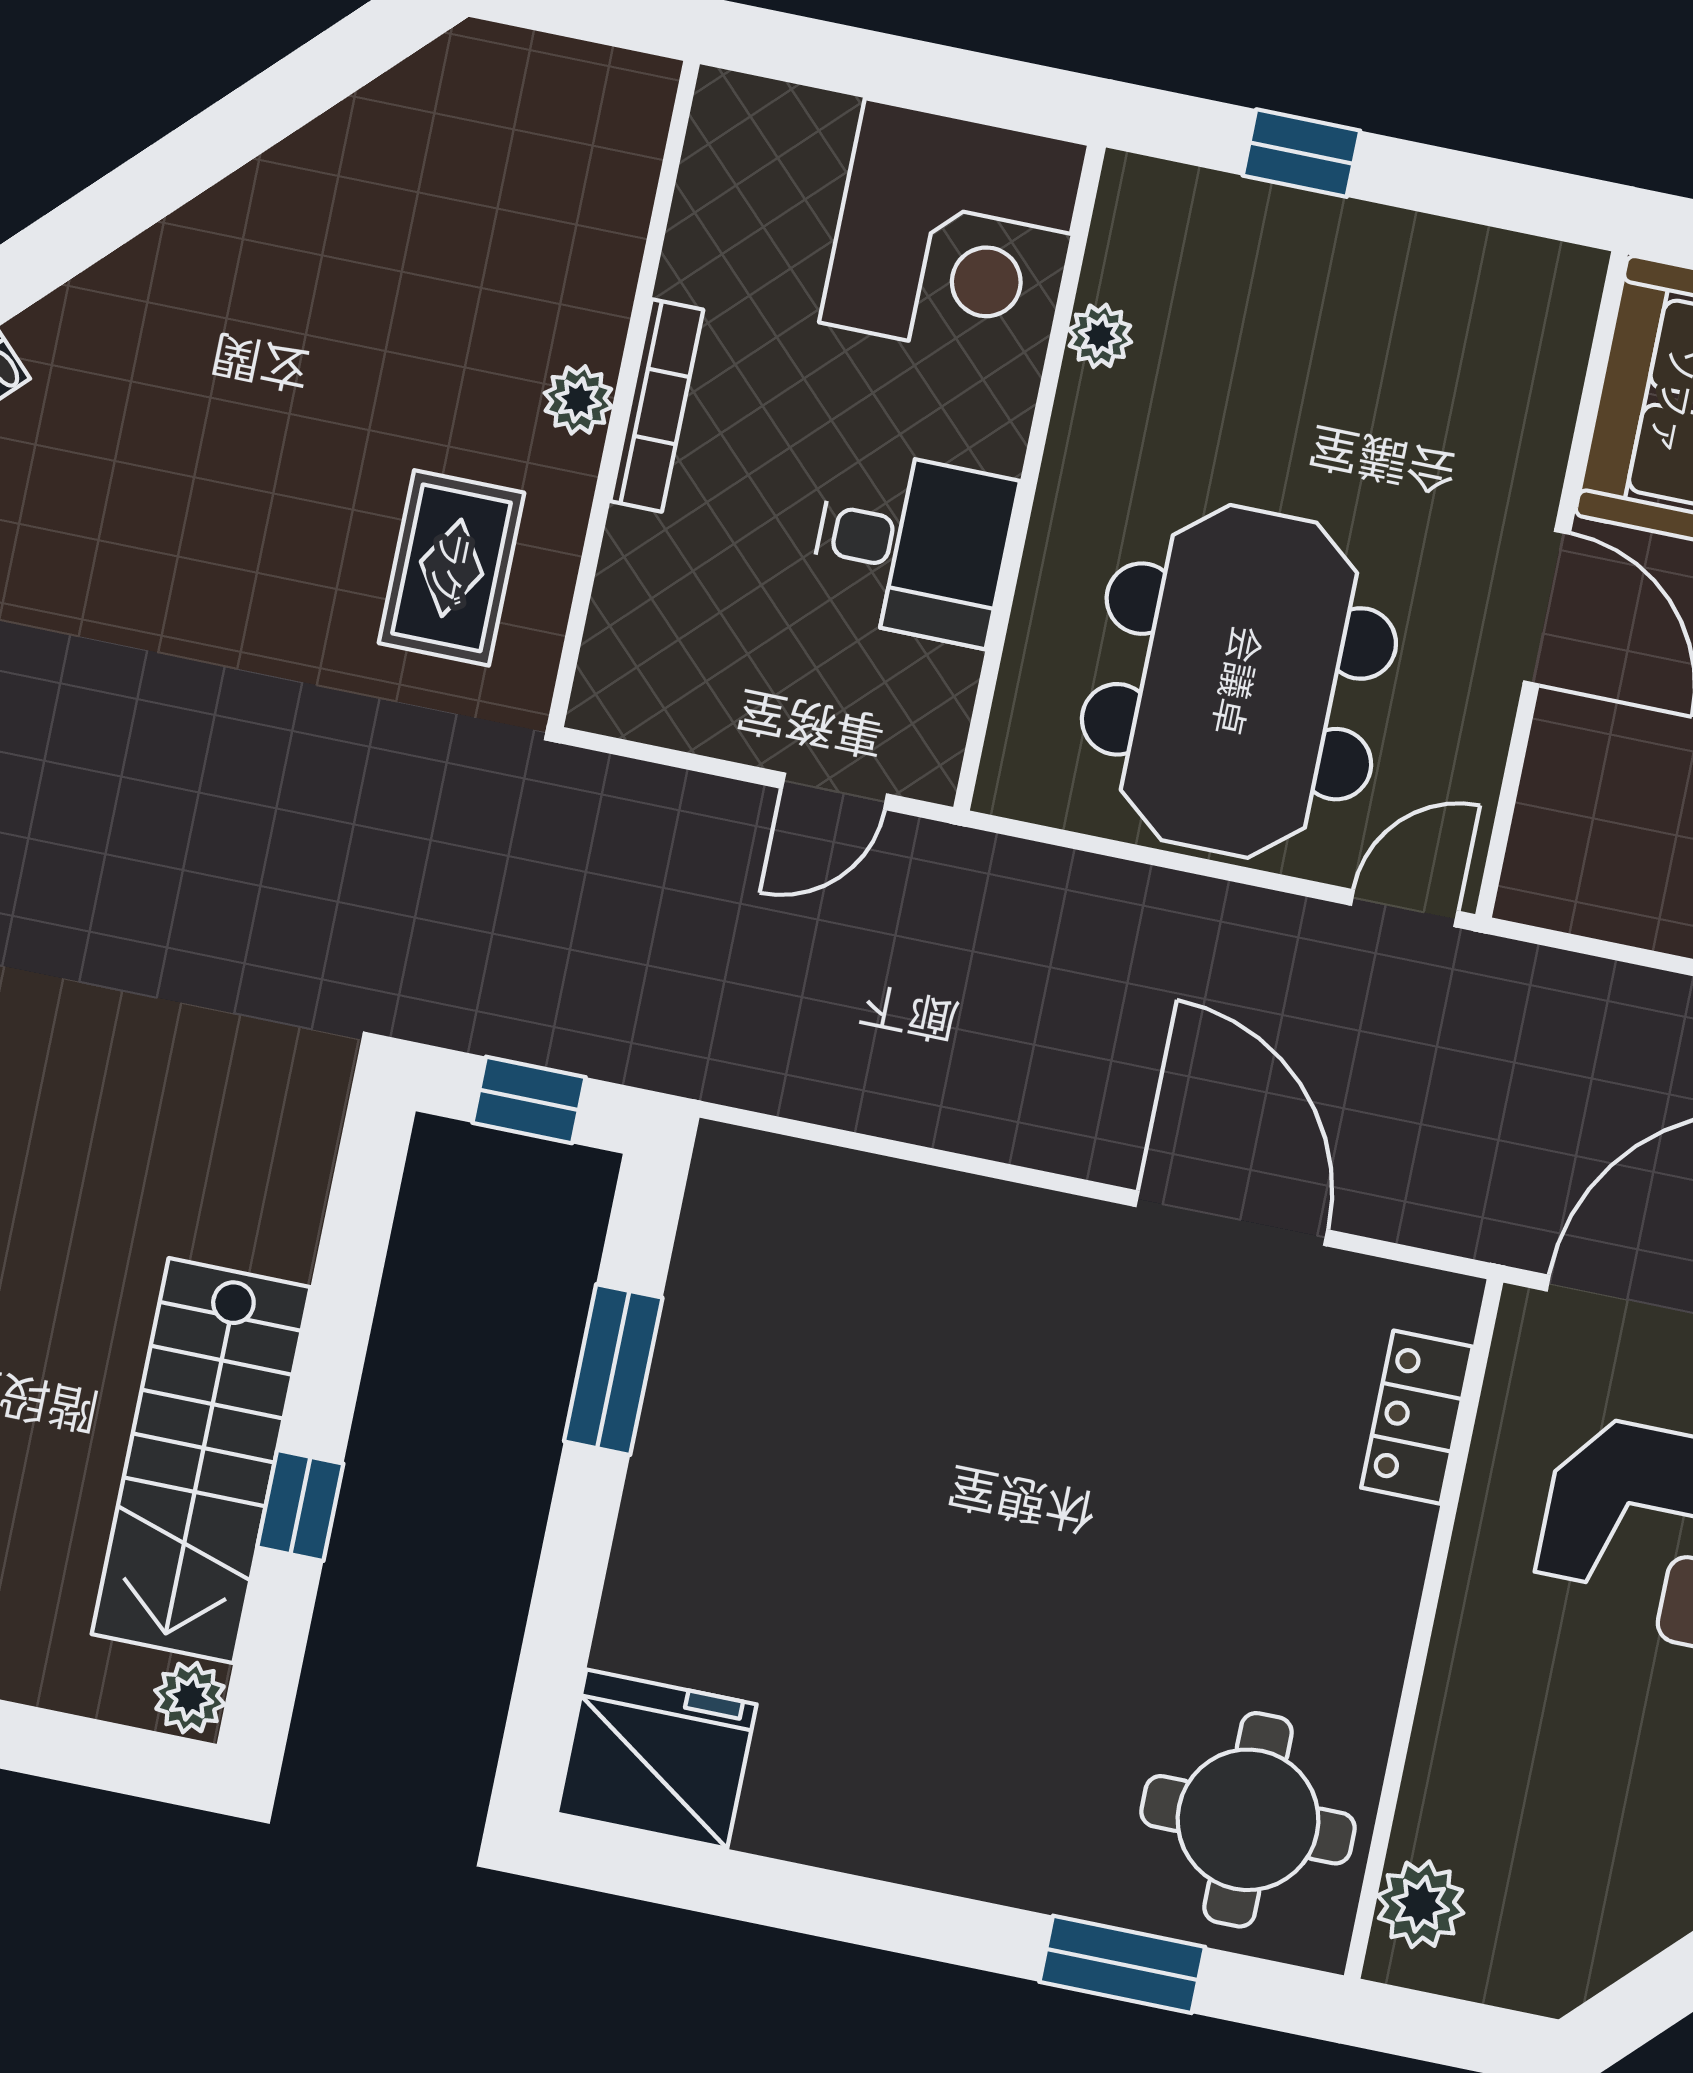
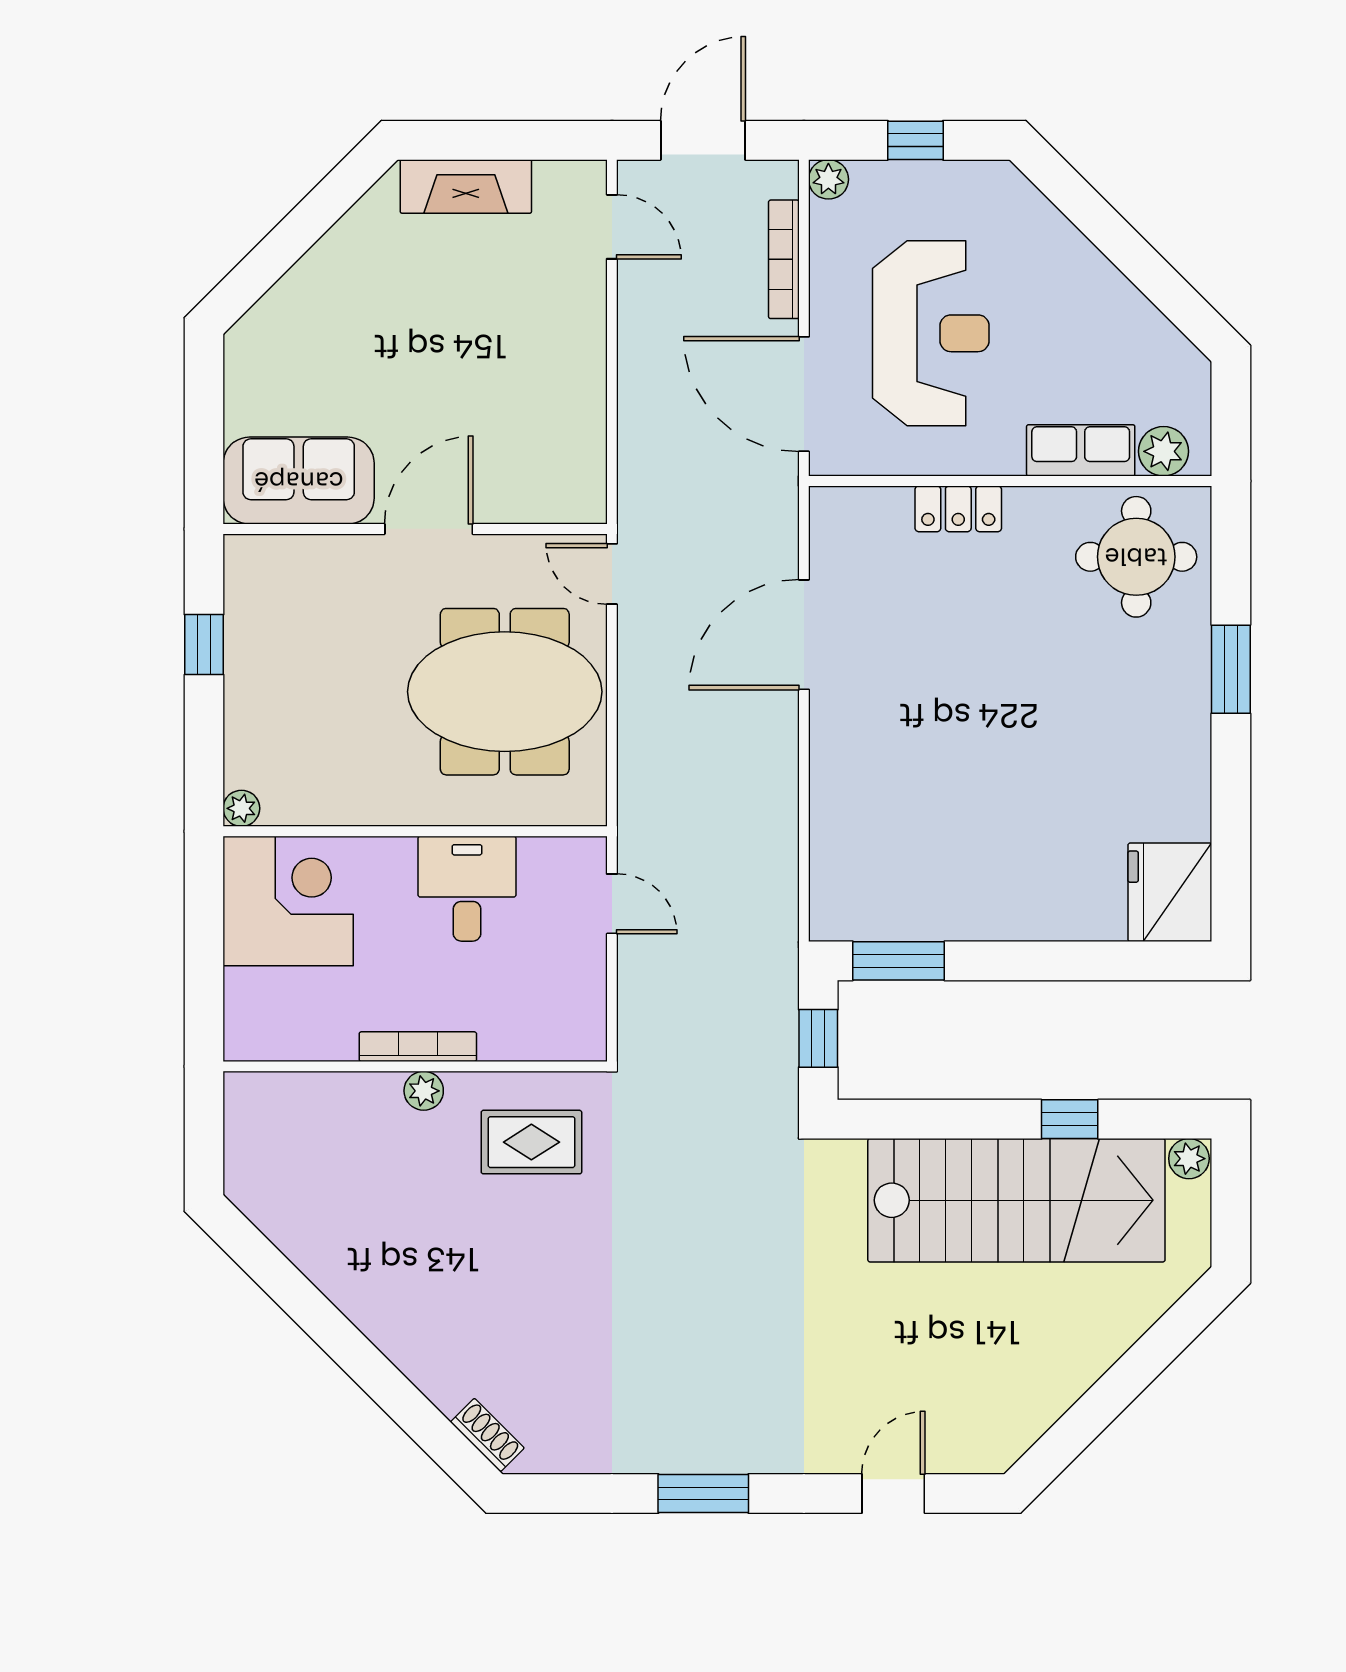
window: (1301, 153) -> (204, 645), moved
plant: (1100, 336) -> (241, 808), moved
window: (613, 1370) -> (899, 961), moved
locker: (1417, 1417) -> (958, 509), moved
stairs: (201, 1461) -> (1016, 1200), width x1.36, depth x1.51
row of seats: (1451, 1762) -> (1081, 450), added
window: (1122, 1964) -> (1231, 669), moved

